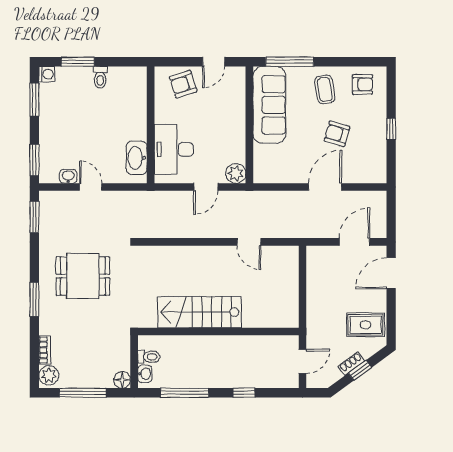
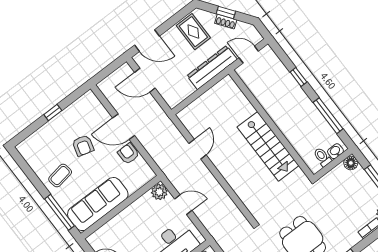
armchair: (362, 84) -> (128, 154), moved
dresser: (317, 316) -> (212, 68), added

